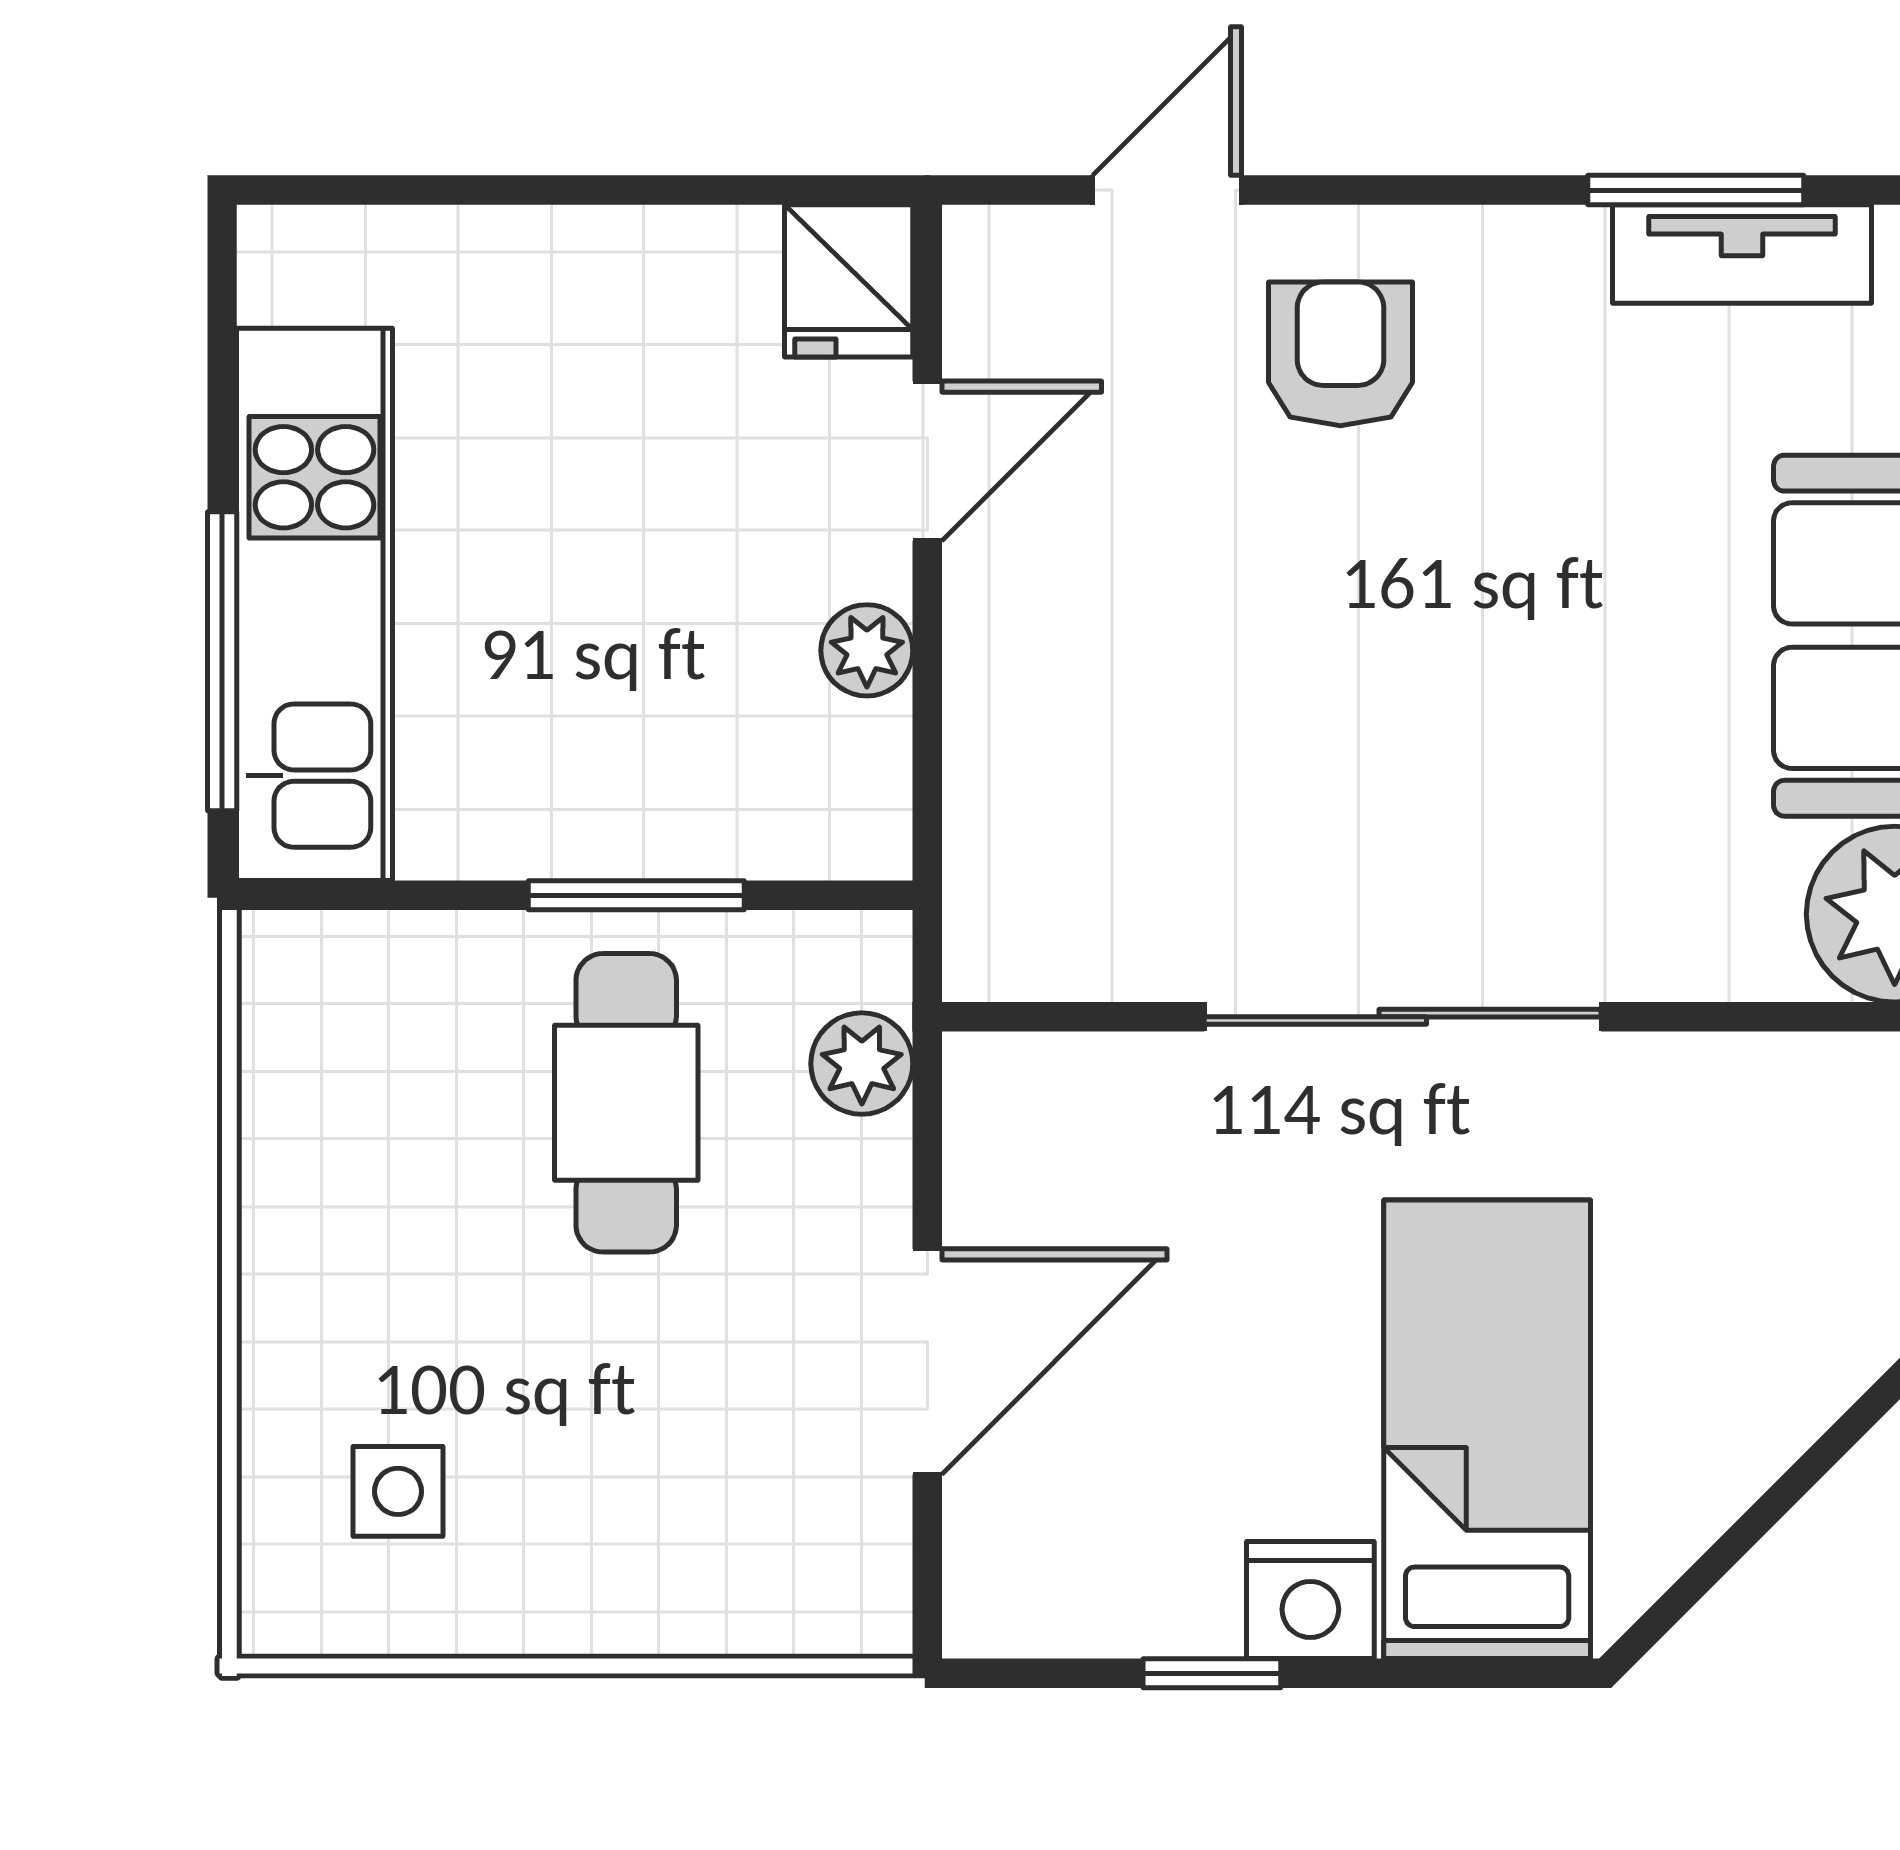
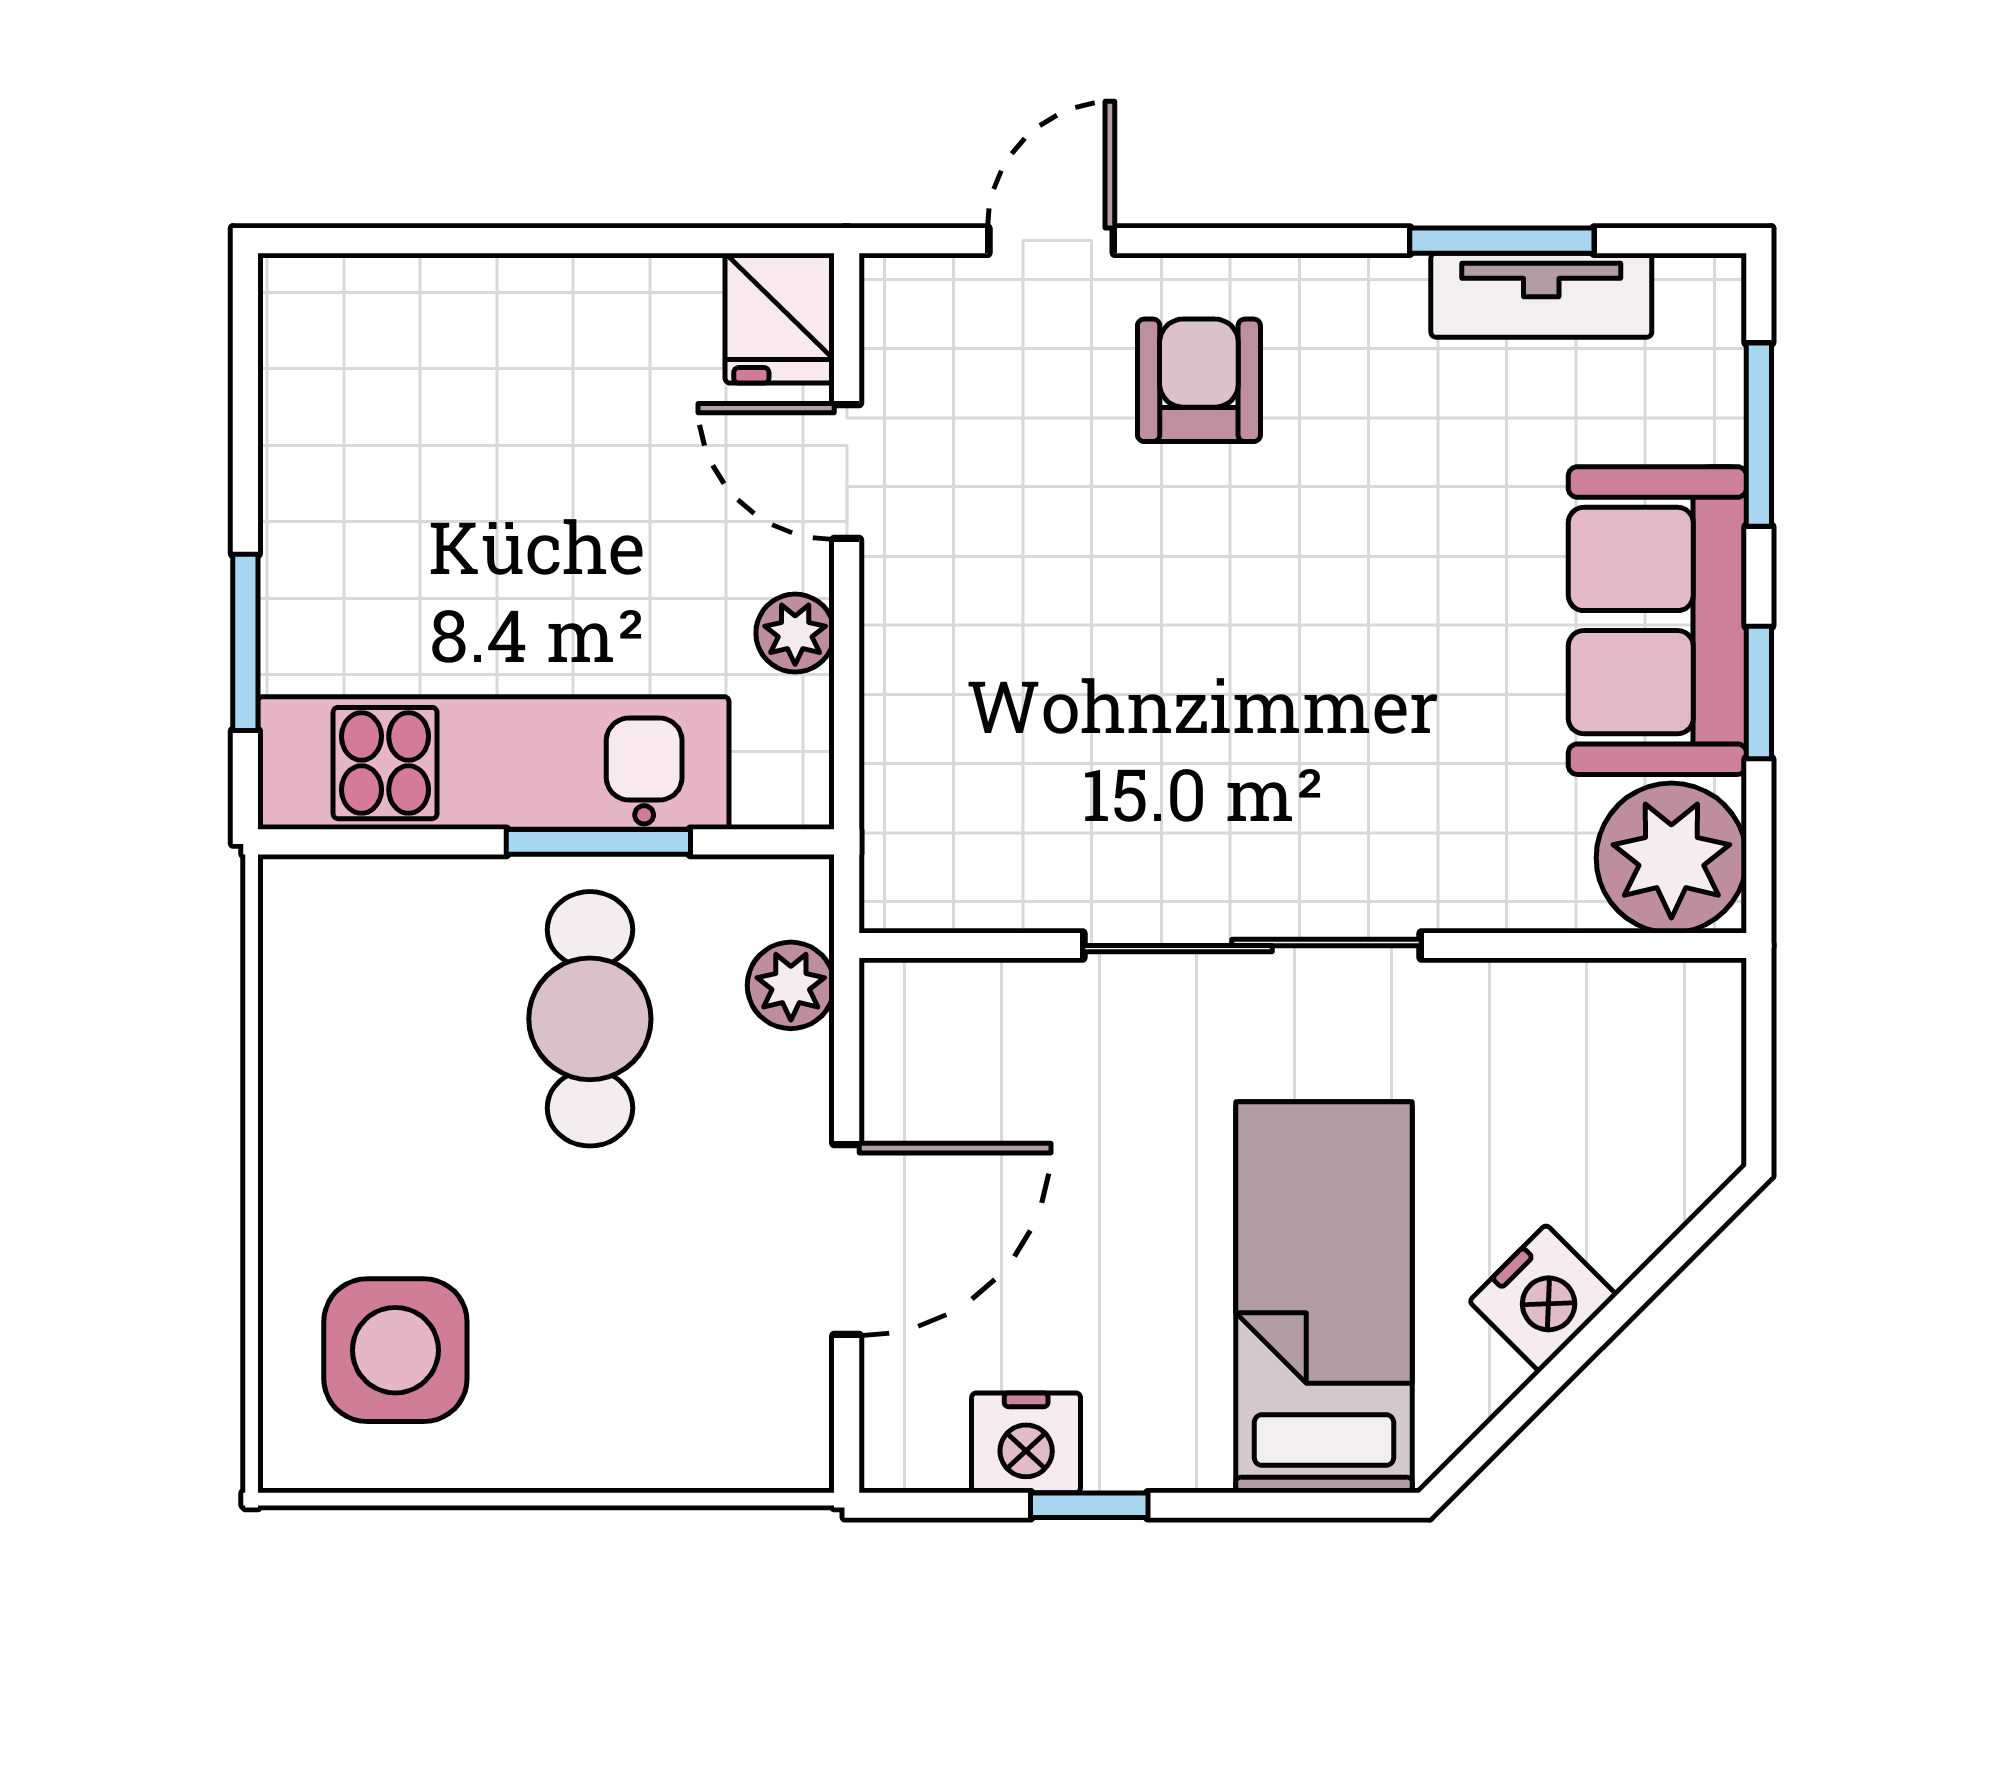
door: (927, 461) -> (847, 472), swing flipped
kitchen unit: (315, 604) -> (493, 763), moved, turned -90
window: (222, 661) -> (245, 642), width x0.69
nightstand: (1744, 1430) -> (1543, 1298), added
side table: (398, 1491) -> (395, 1350), width x1.87, depth x1.87
nightstand: (1310, 1600) -> (1026, 1443), moved

